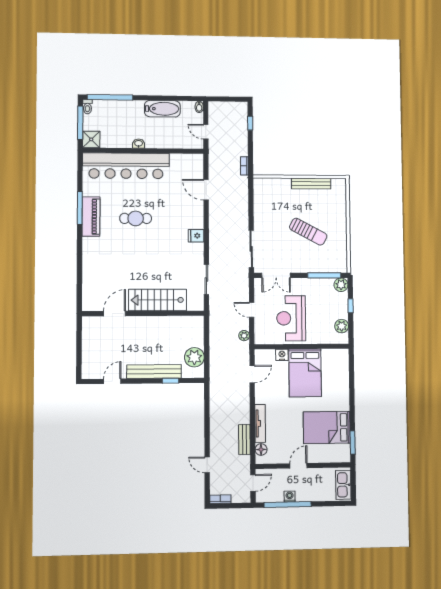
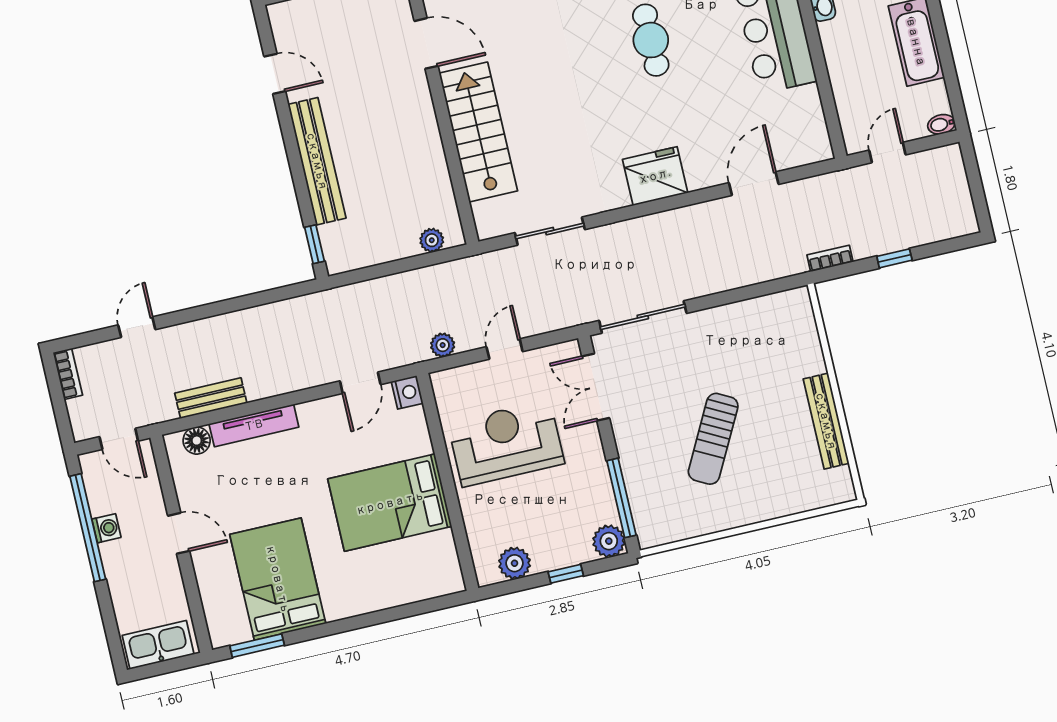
window: (250, 123) -> (894, 258), moved
fridge: (196, 236) -> (655, 176), width x1.88, depth x1.34
nightstand: (282, 355) -> (407, 392), moved
plant: (194, 357) -> (432, 240), moved, width x0.53, depth x0.53
door: (252, 374) -> (360, 383), hinge flipped
window: (171, 381) -> (314, 244), moved

